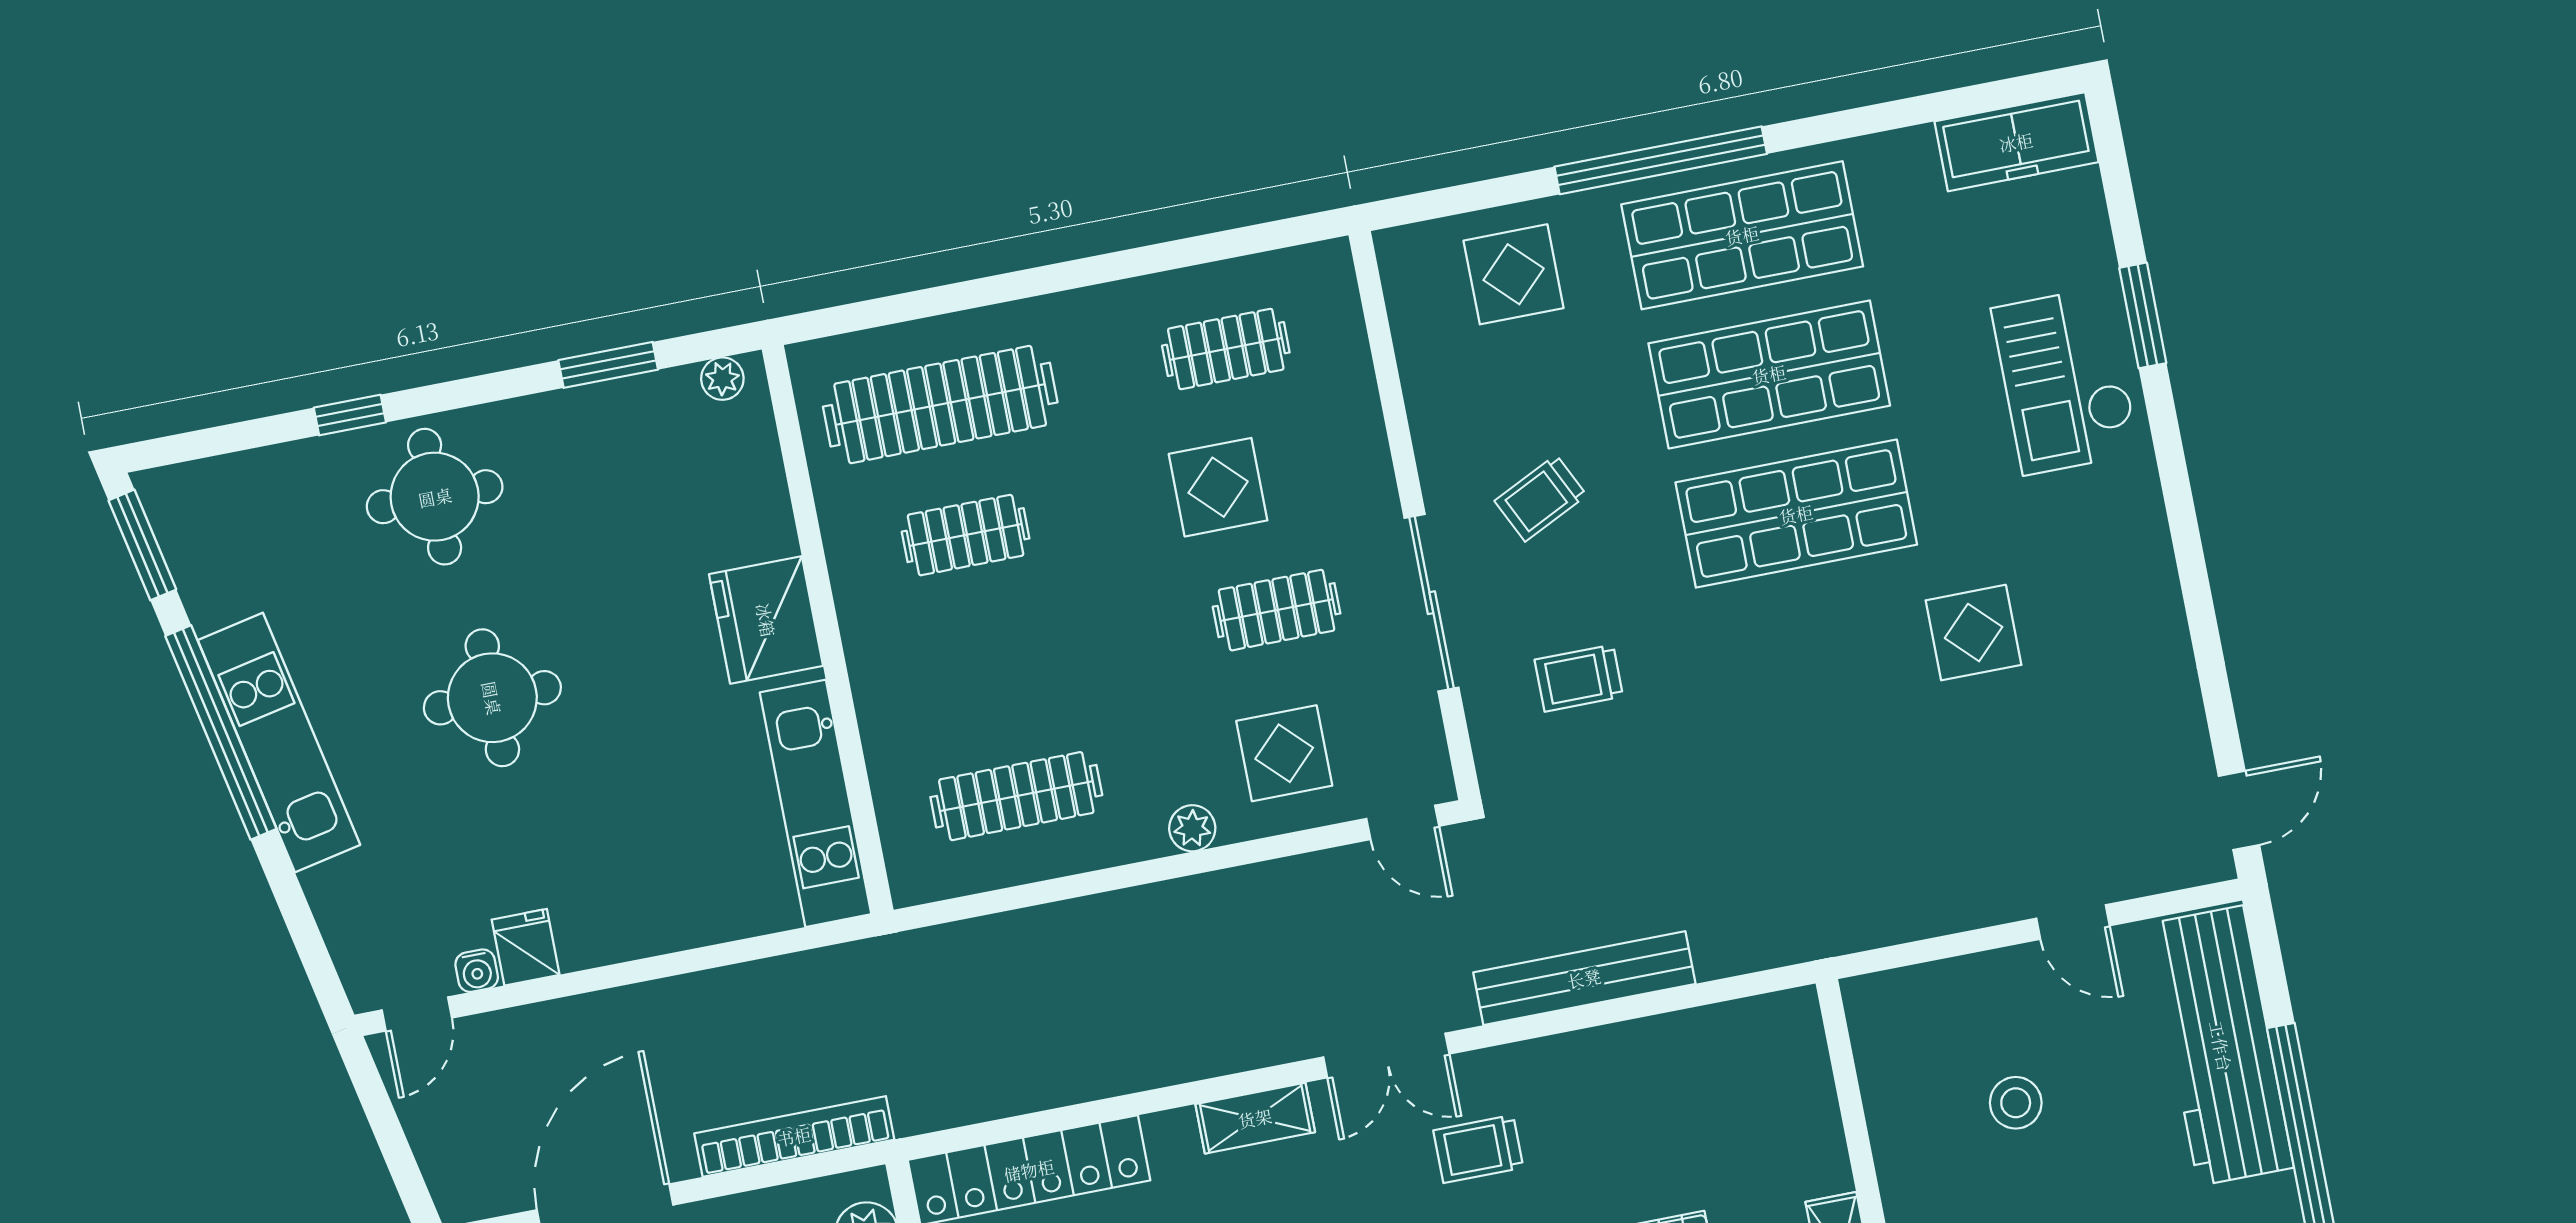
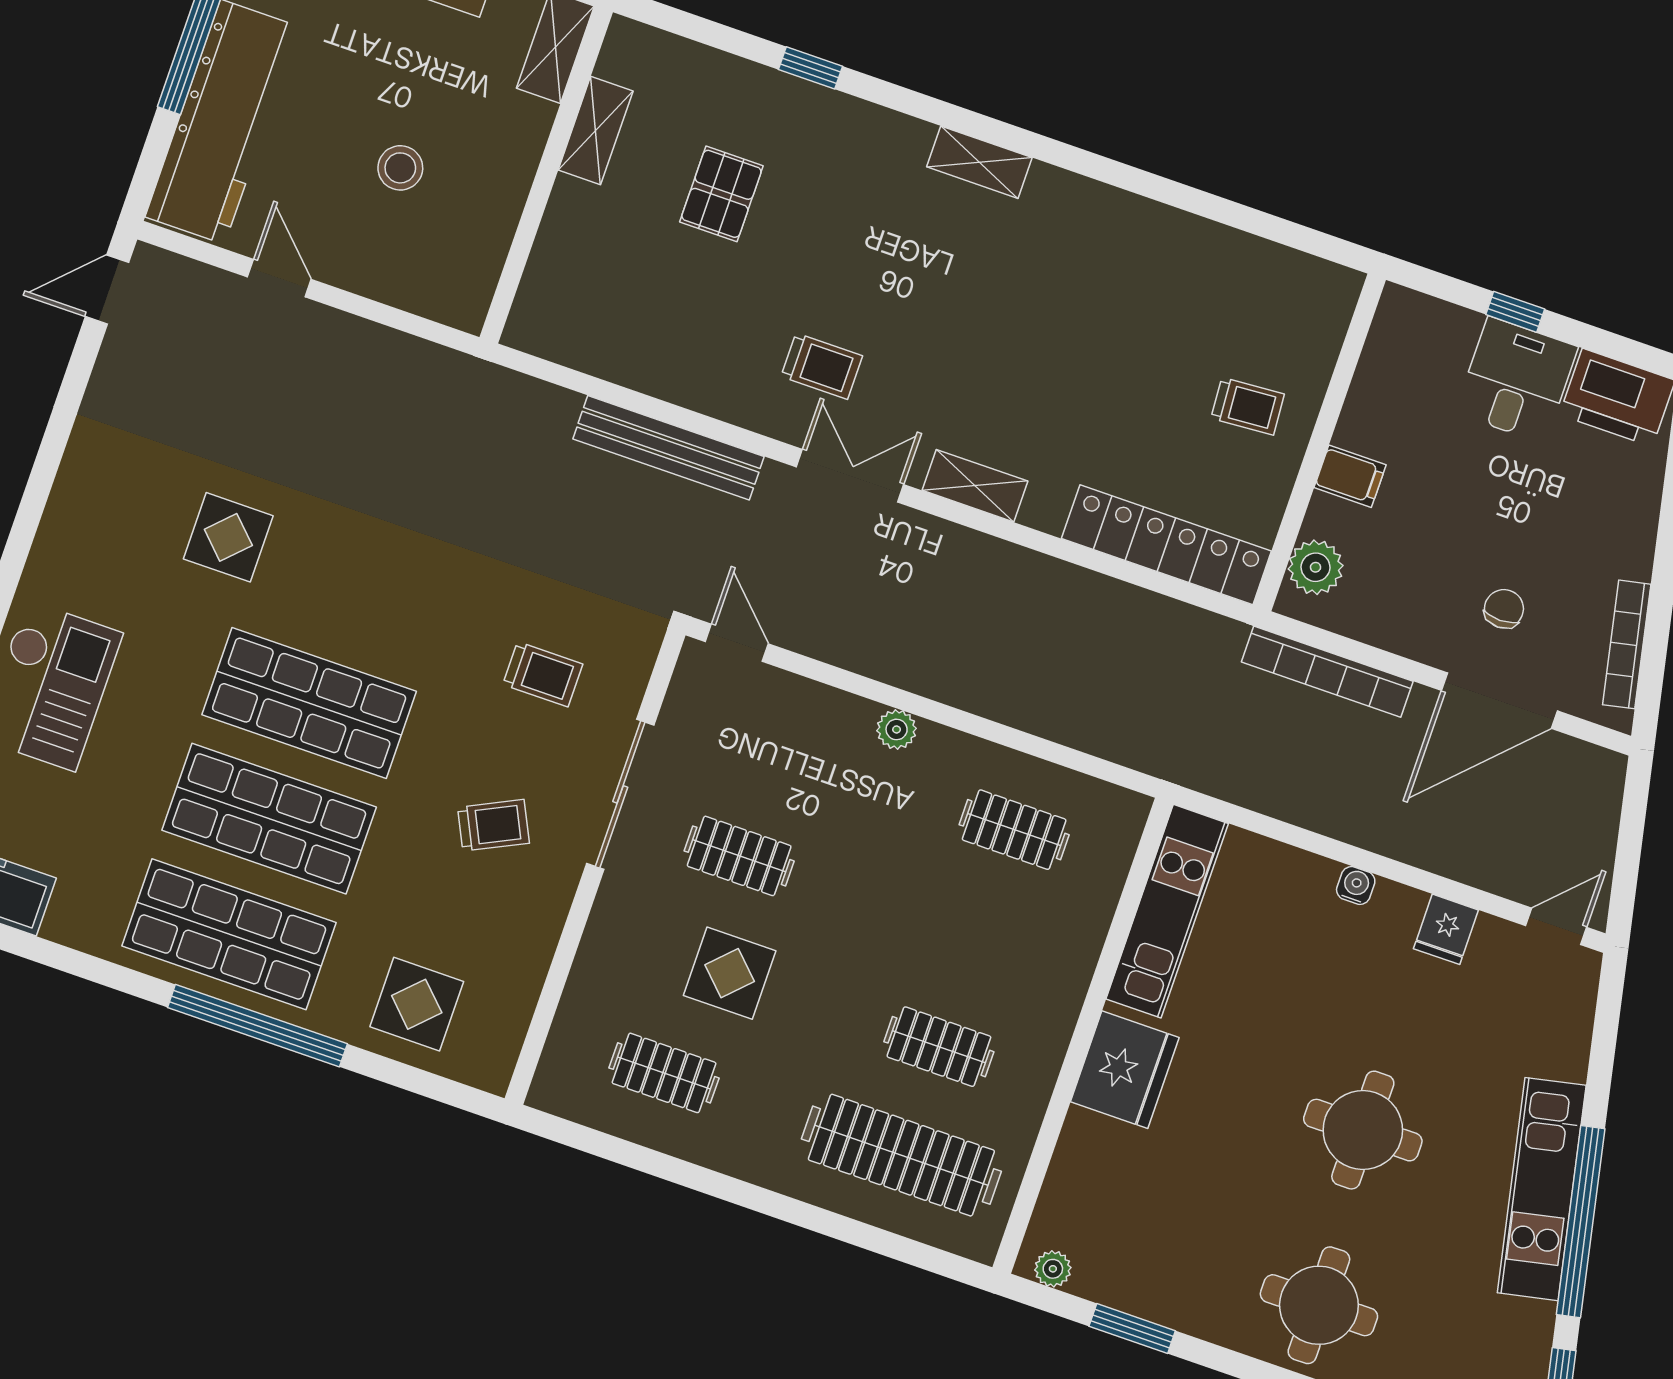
display table: (1284, 753) -> (795, 746), removed
clothes rail: (1016, 796) -> (1014, 830), width x0.73
water cooler: (477, 971) -> (1356, 886), moved

